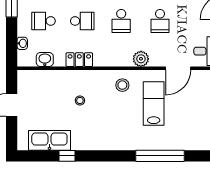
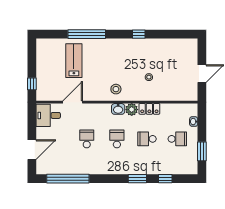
plant: (141, 59) -> (132, 110), moved
washbasin: (45, 60) -> (118, 109), moved
lab bench: (154, 104) -> (74, 61), moved, turned 180
kitchen sink: (49, 140) -> (173, 46), removed
window: (67, 156) -> (139, 34), moved

